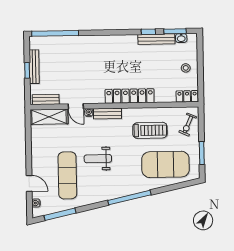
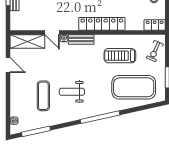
bench: (46, 99) -> (25, 26), removed
treadmill: (150, 130) -> (120, 56), turned 180
weight bench: (98, 159) -> (72, 92), moved
exercise mat: (67, 175) -> (43, 96), width x0.73, depth x0.69
door: (29, 183) -> (8, 65), moved

